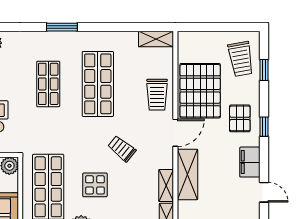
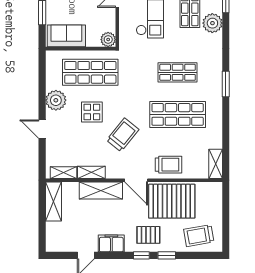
window: (264, 70) -> (167, 255), moved
trolley: (157, 95) -> (168, 165), turned 180
trolley: (122, 149) -> (123, 135), width x1.36, depth x1.39

